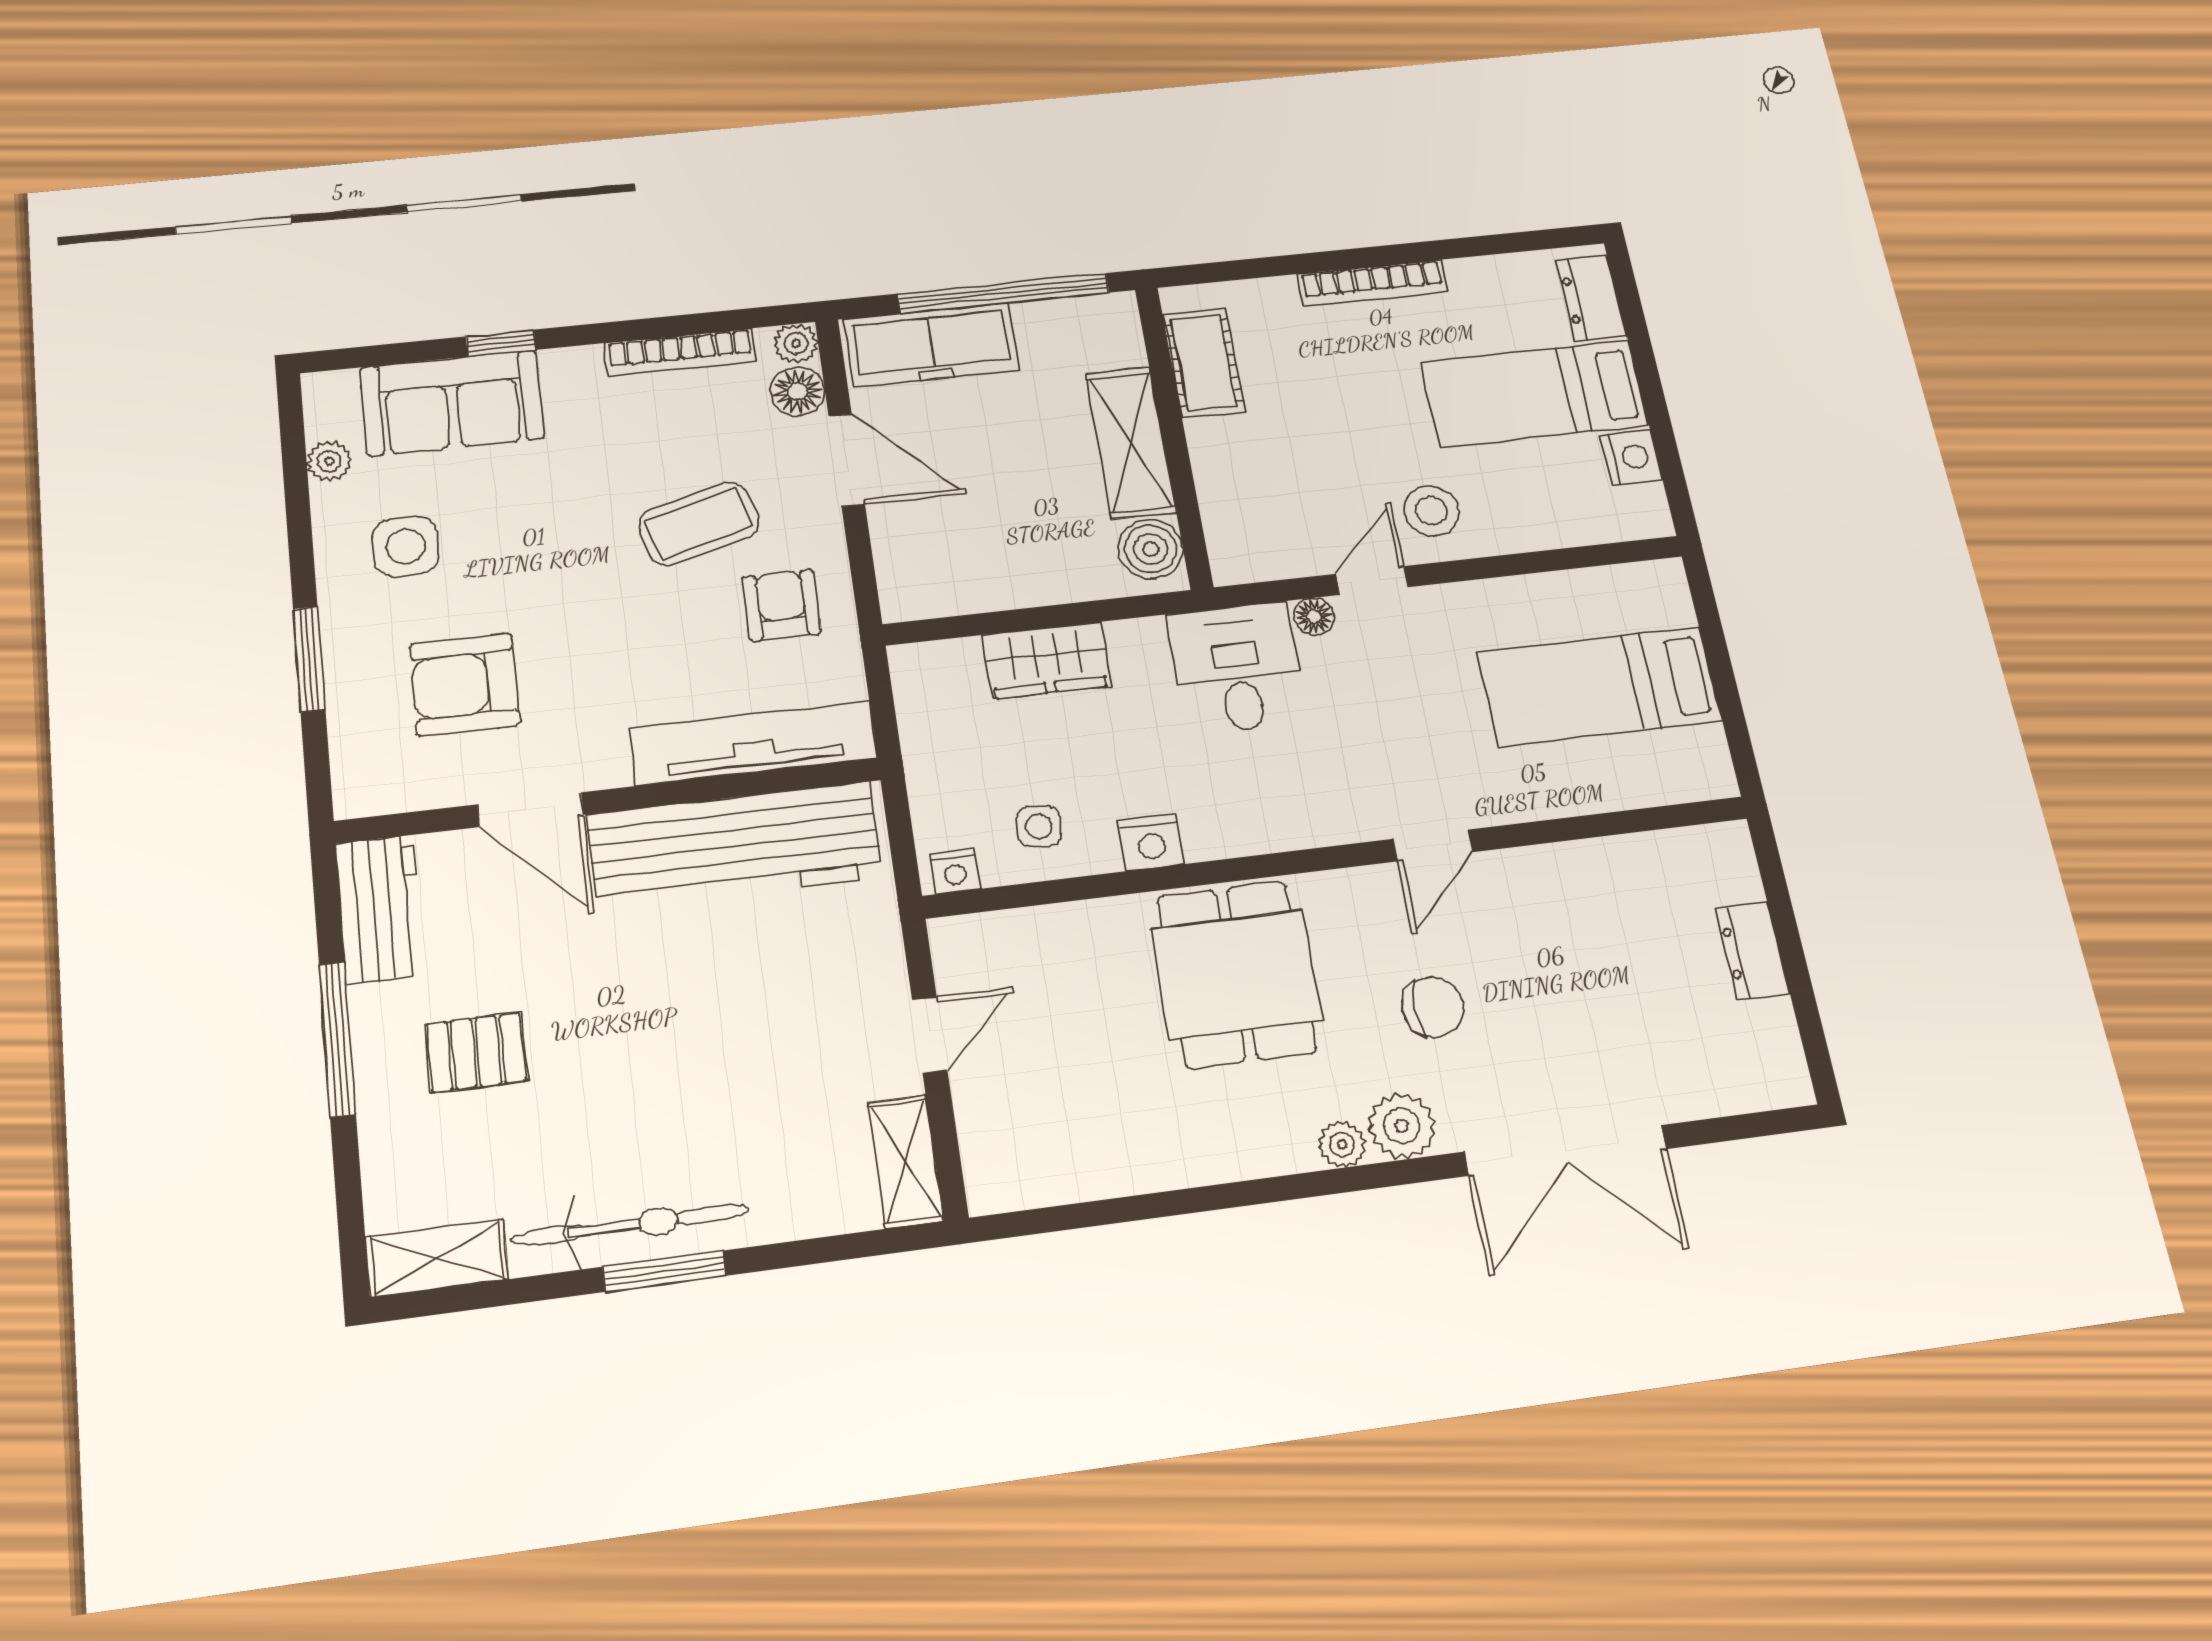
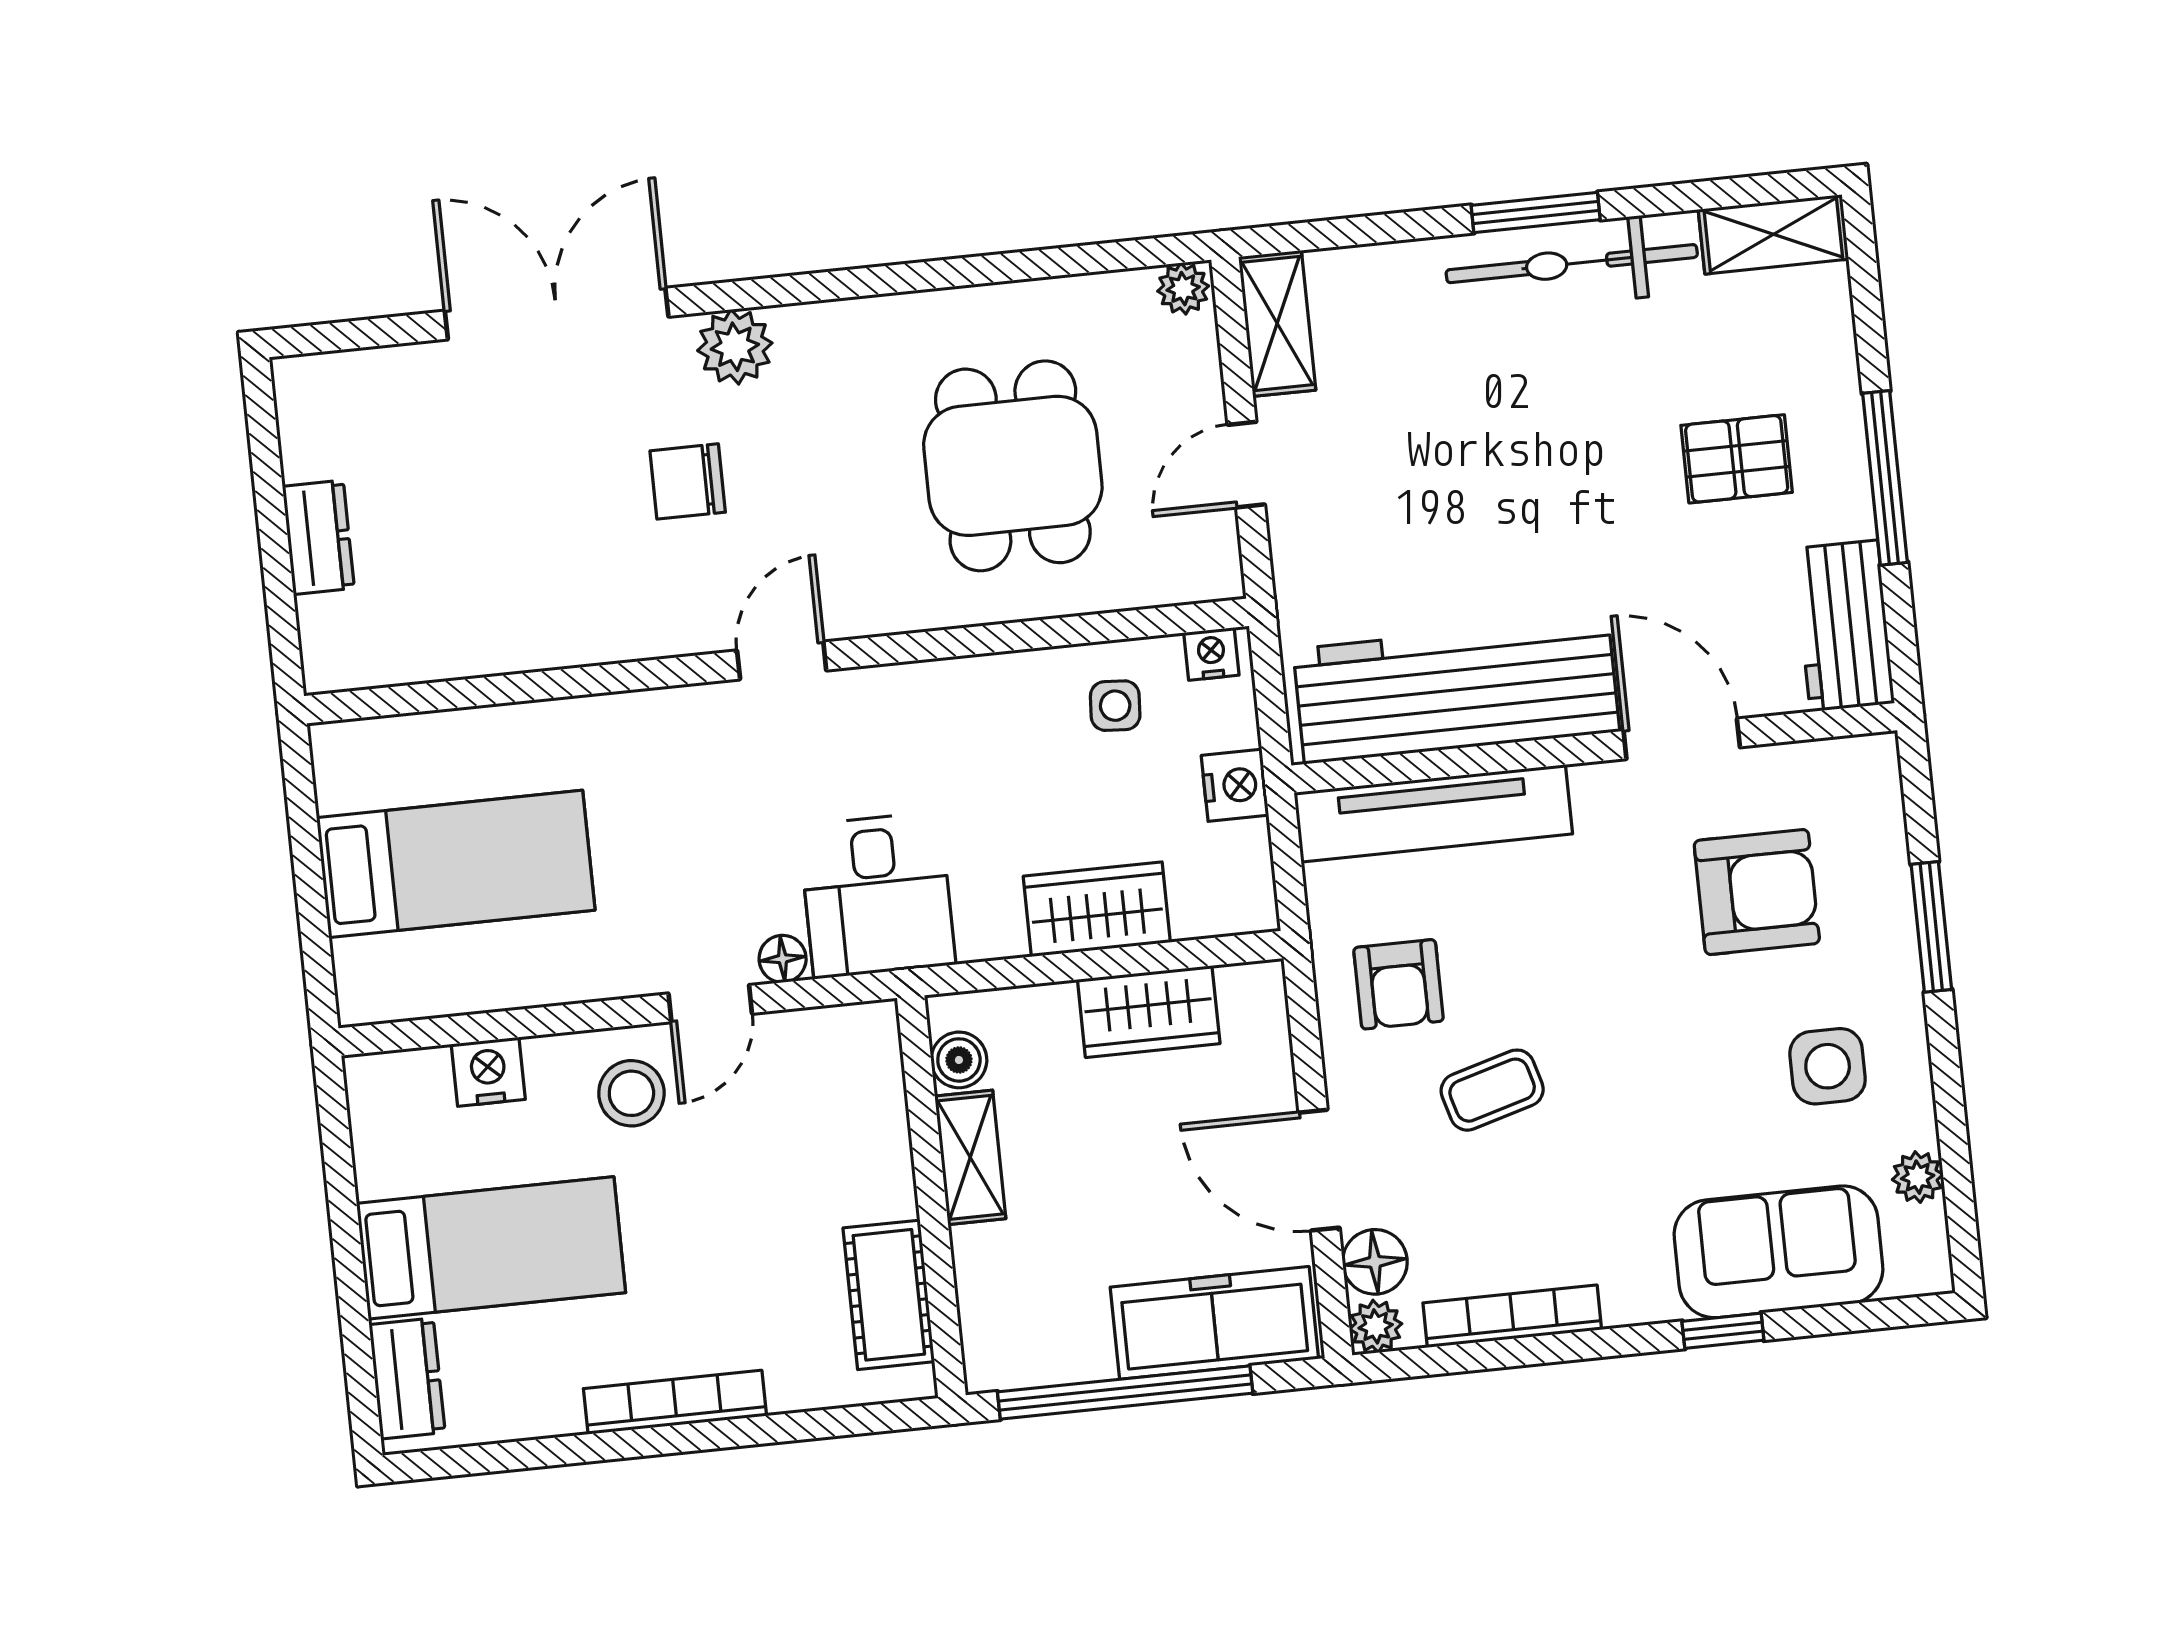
shelving: (1131, 443) -> (970, 1157), width x0.67, depth x0.75
nightstand: (1631, 457) -> (488, 1072), moved, turned 90
coffee table: (699, 524) -> (1492, 1090), width x0.73, depth x0.77
boiler: (1151, 549) -> (959, 1060), width x0.73, depth x0.73
wardrobe: (997, 580) -> (1149, 1012), added
nightstand: (1151, 842) -> (1235, 785), moved, turned 90
door: (1433, 845) -> (782, 660), moved
dining table: (1236, 974) -> (1013, 466), moved
plant: (1342, 1144) -> (1183, 289), moved

